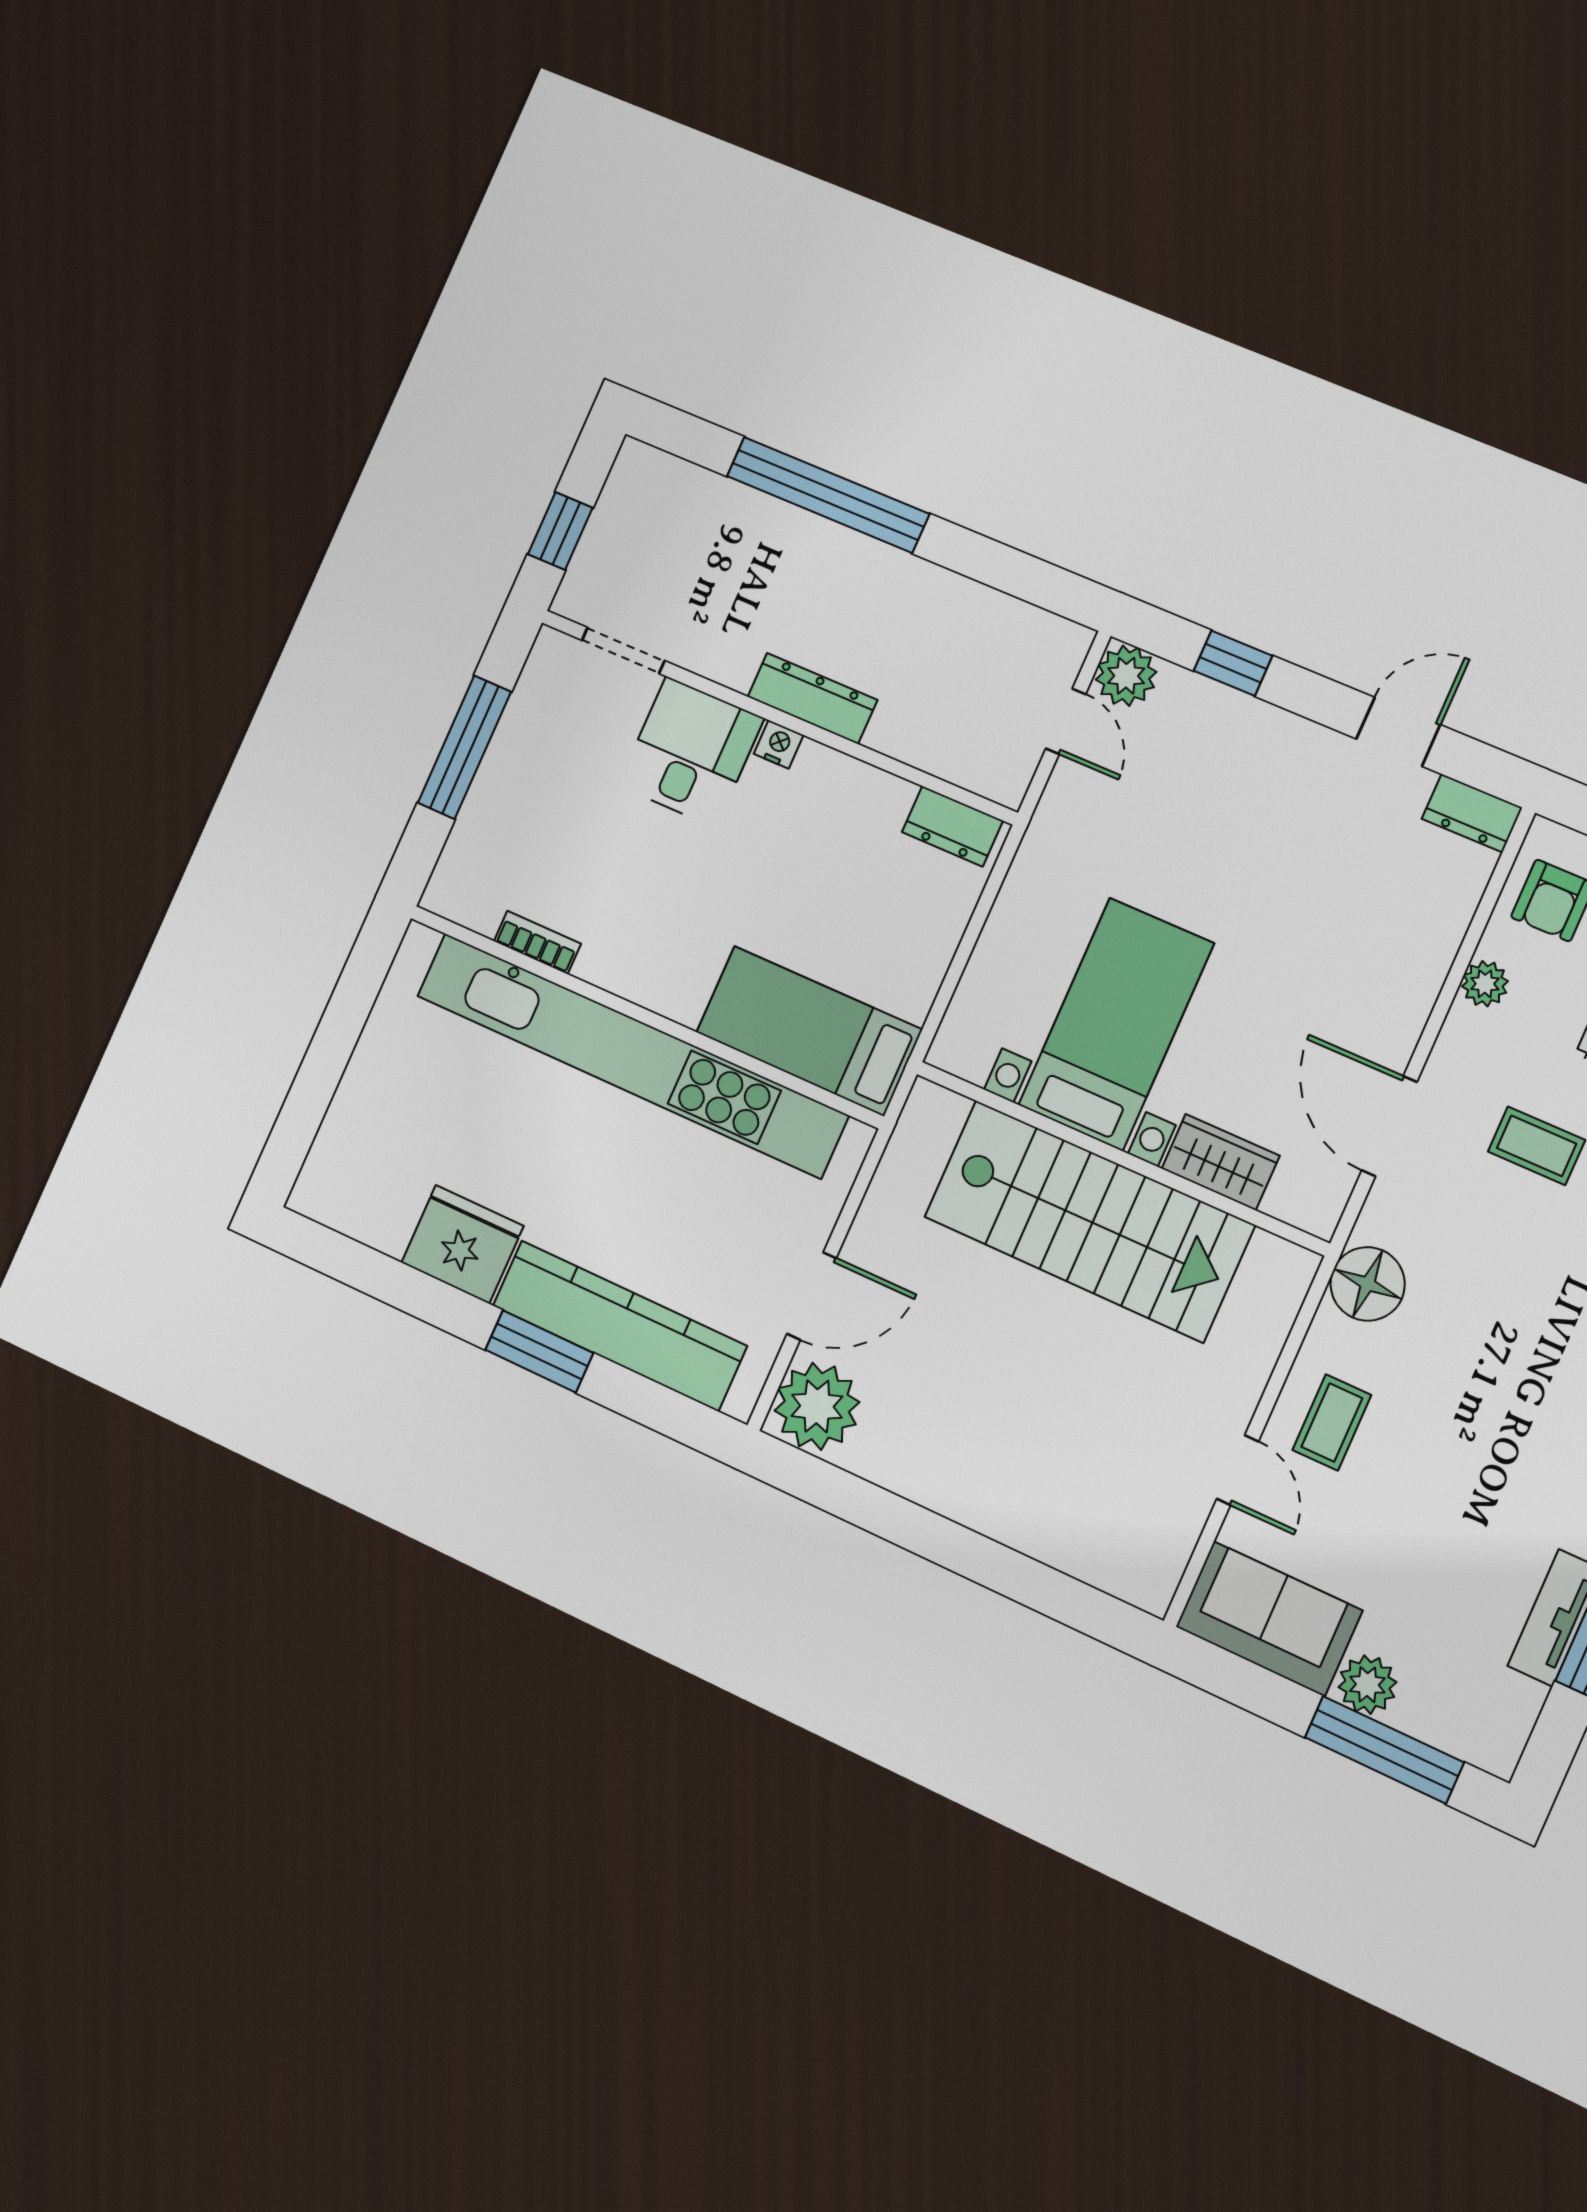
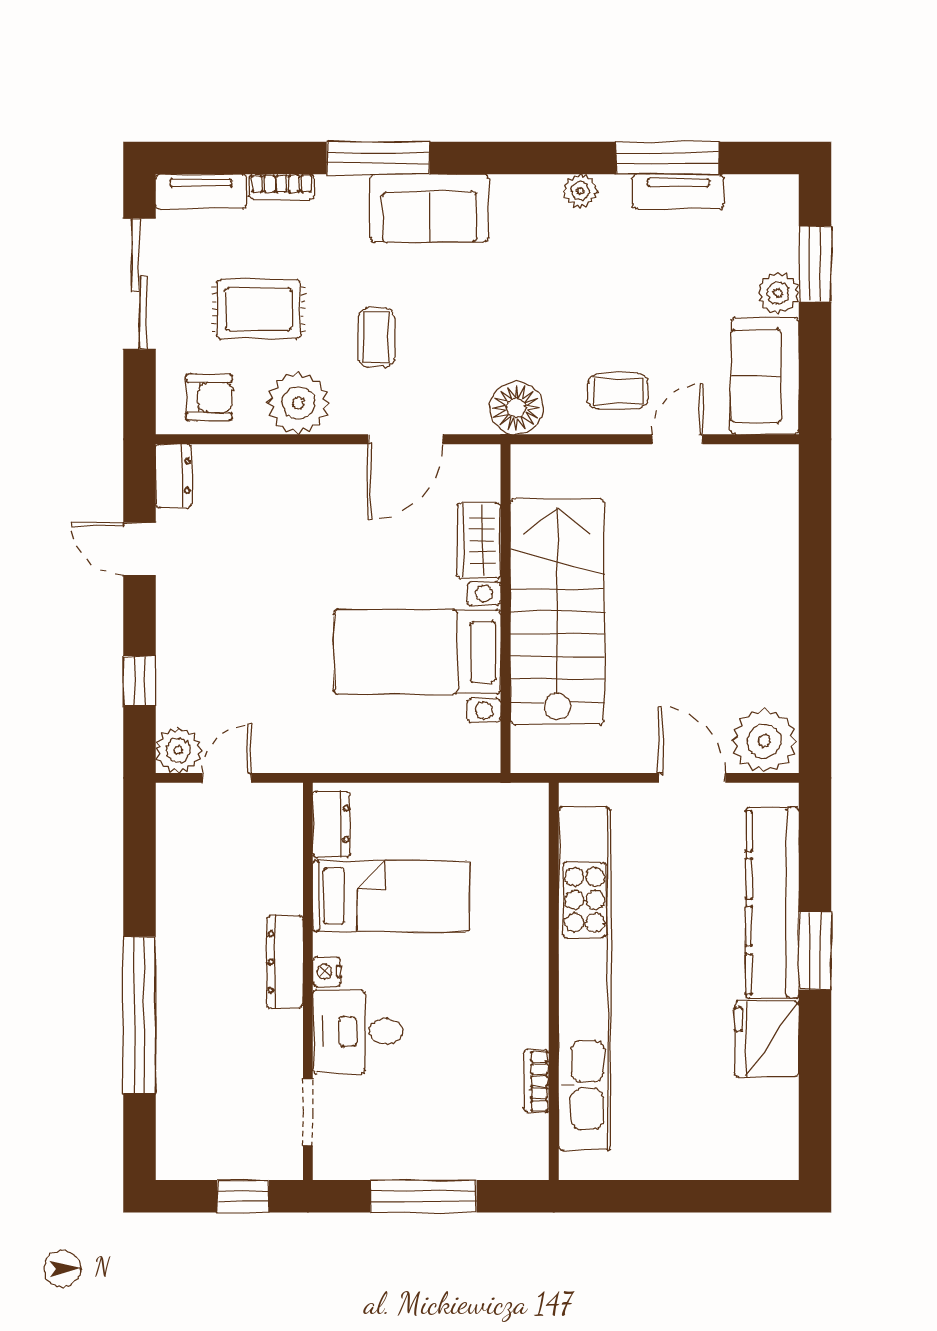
plant: (1485, 984) -> (298, 403), width x1.88, depth x1.88
bed: (809, 1031) -> (391, 896), moved, turned -90
window: (1384, 1750) -> (815, 264), width x0.69

